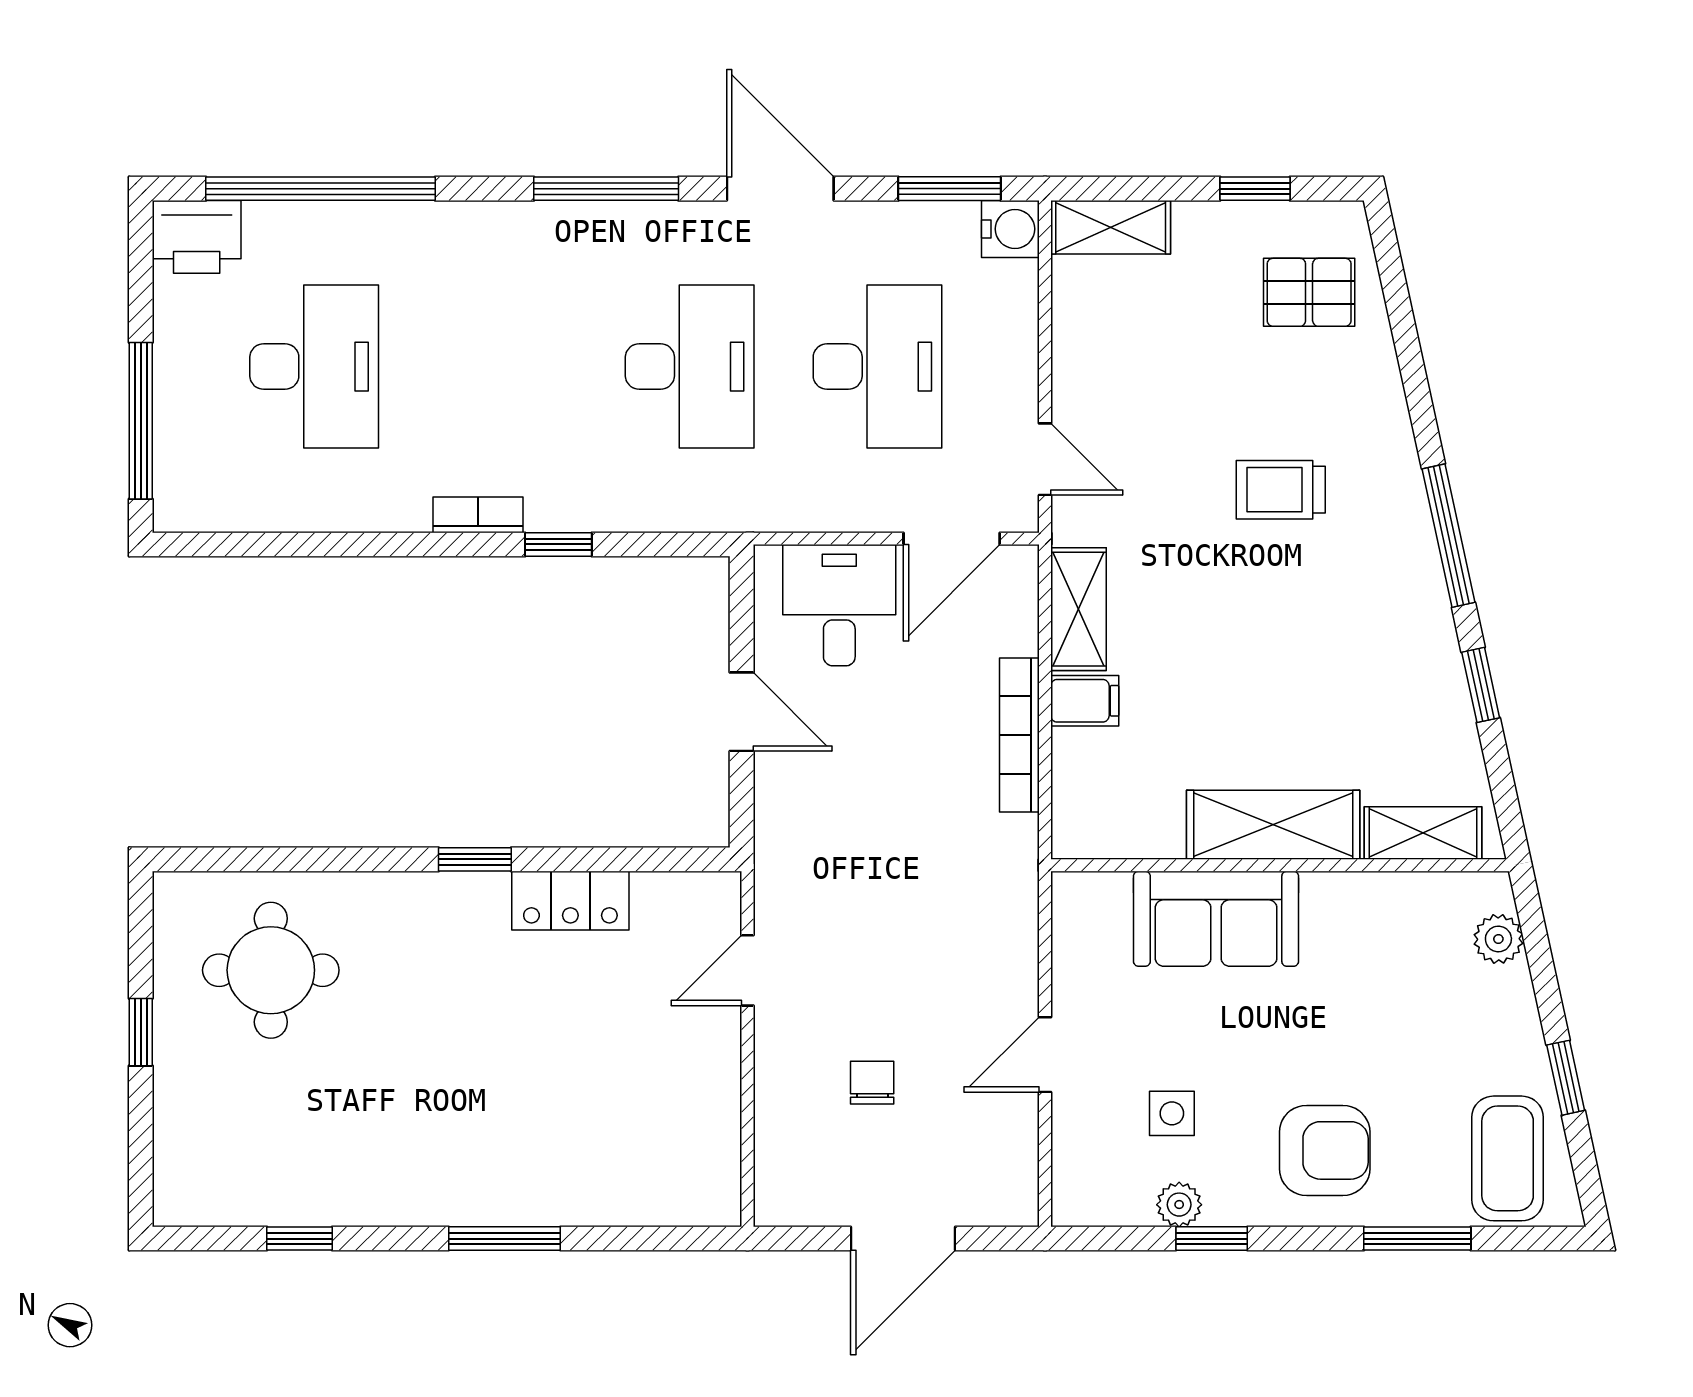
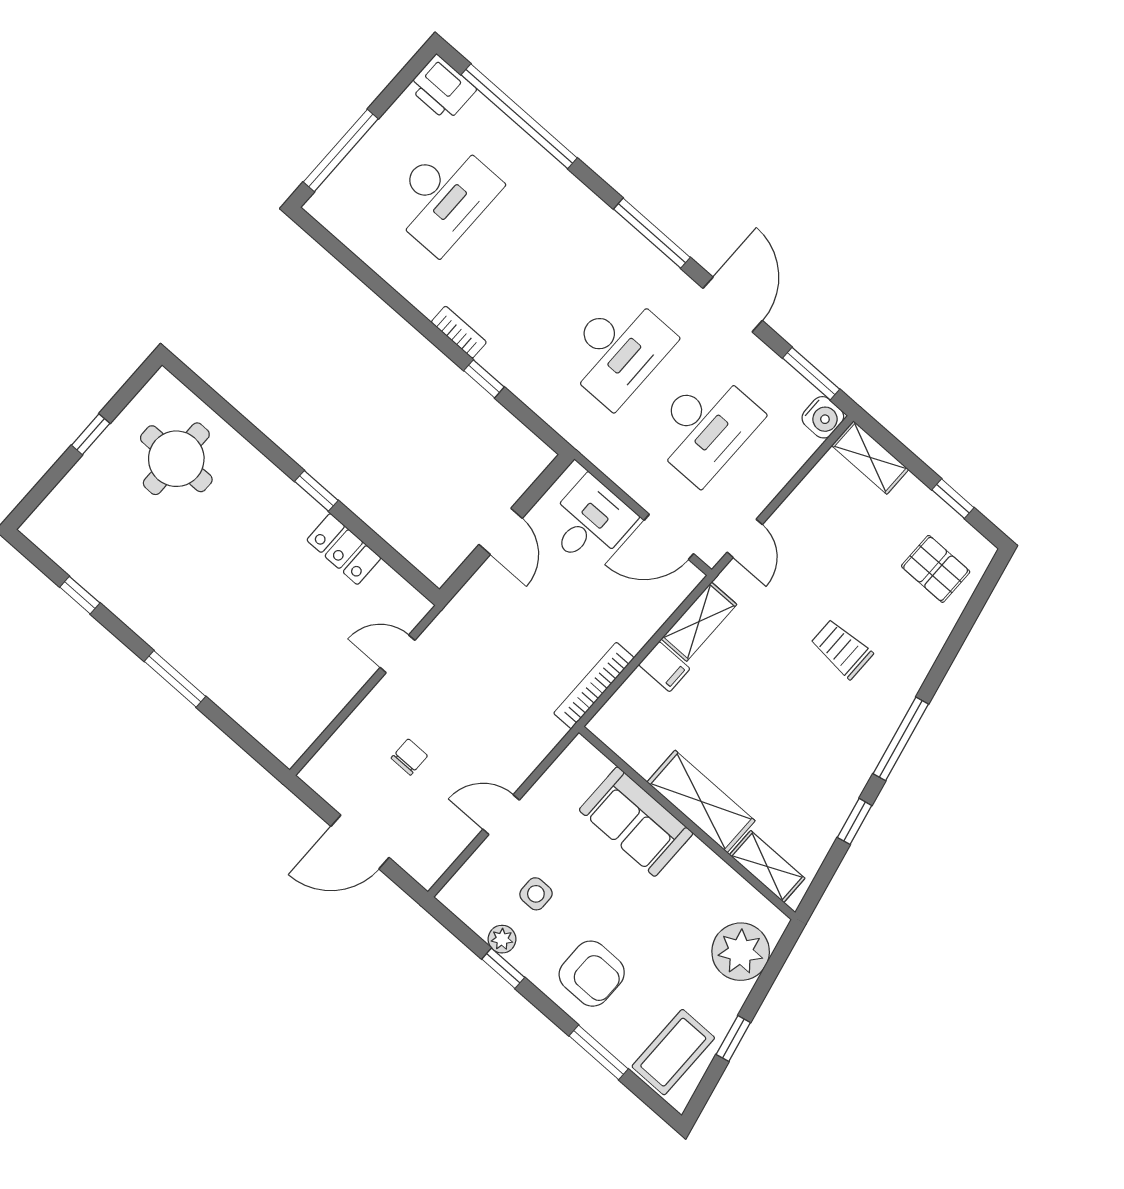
bookcase: (1019, 735) -> (594, 686), moved
plant: (1498, 939) -> (741, 952), width x1.88, depth x1.88

